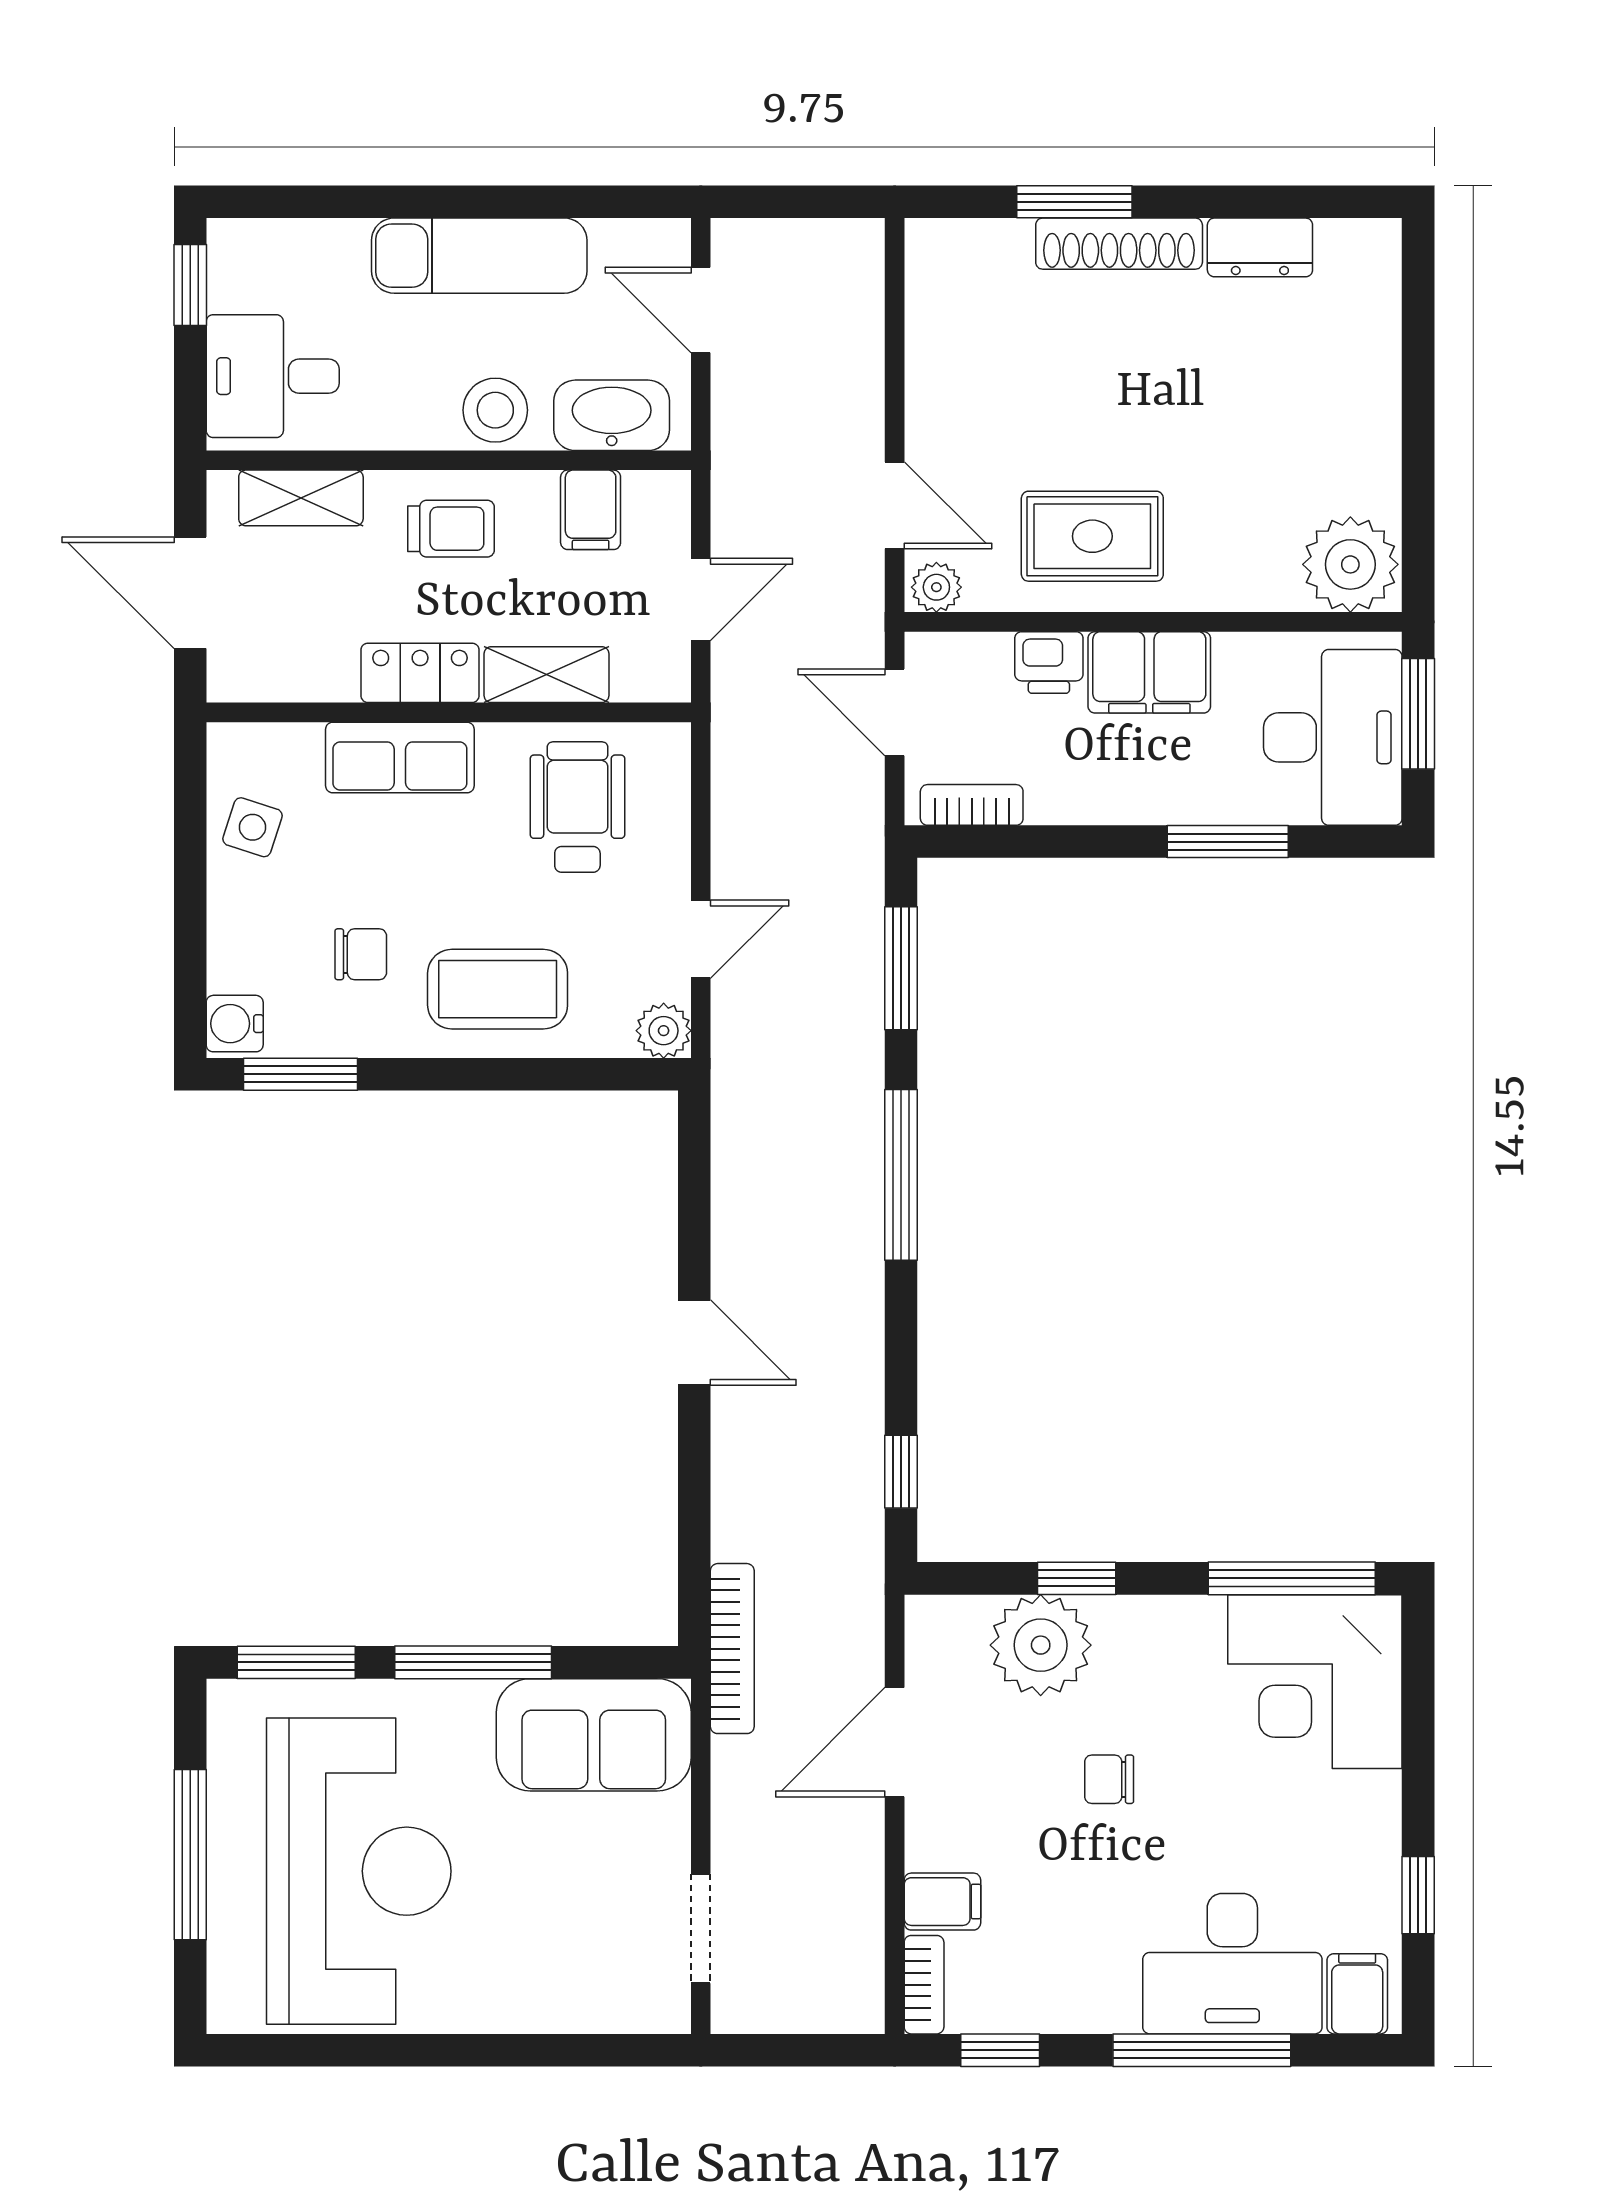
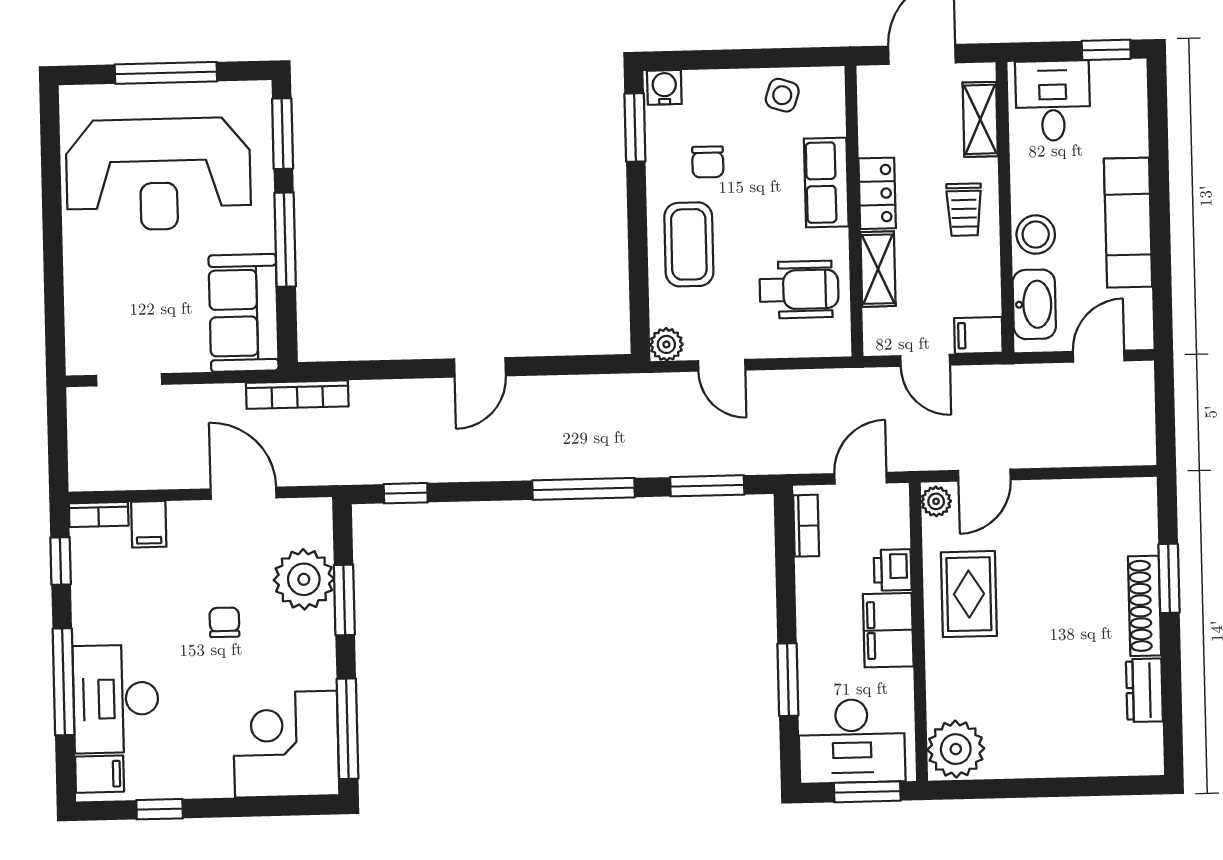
filing cabinet: (591, 510) -> (978, 335), moved
window: (1077, 1578) -> (344, 600), width x1.50

